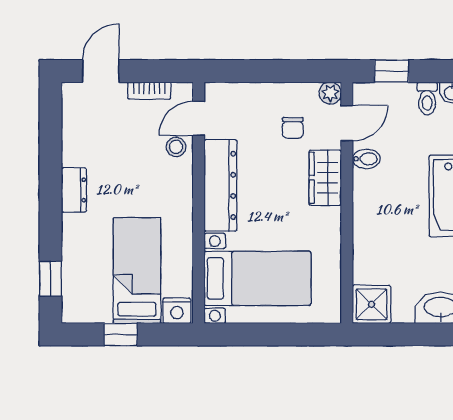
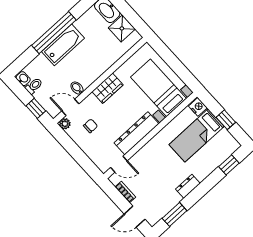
window: (50, 133) -> (175, 214), added
stool: (176, 147) -> (137, 163), removed
wardrobe: (325, 178) -> (108, 88), moved
shower: (371, 304) -> (122, 28), moved

